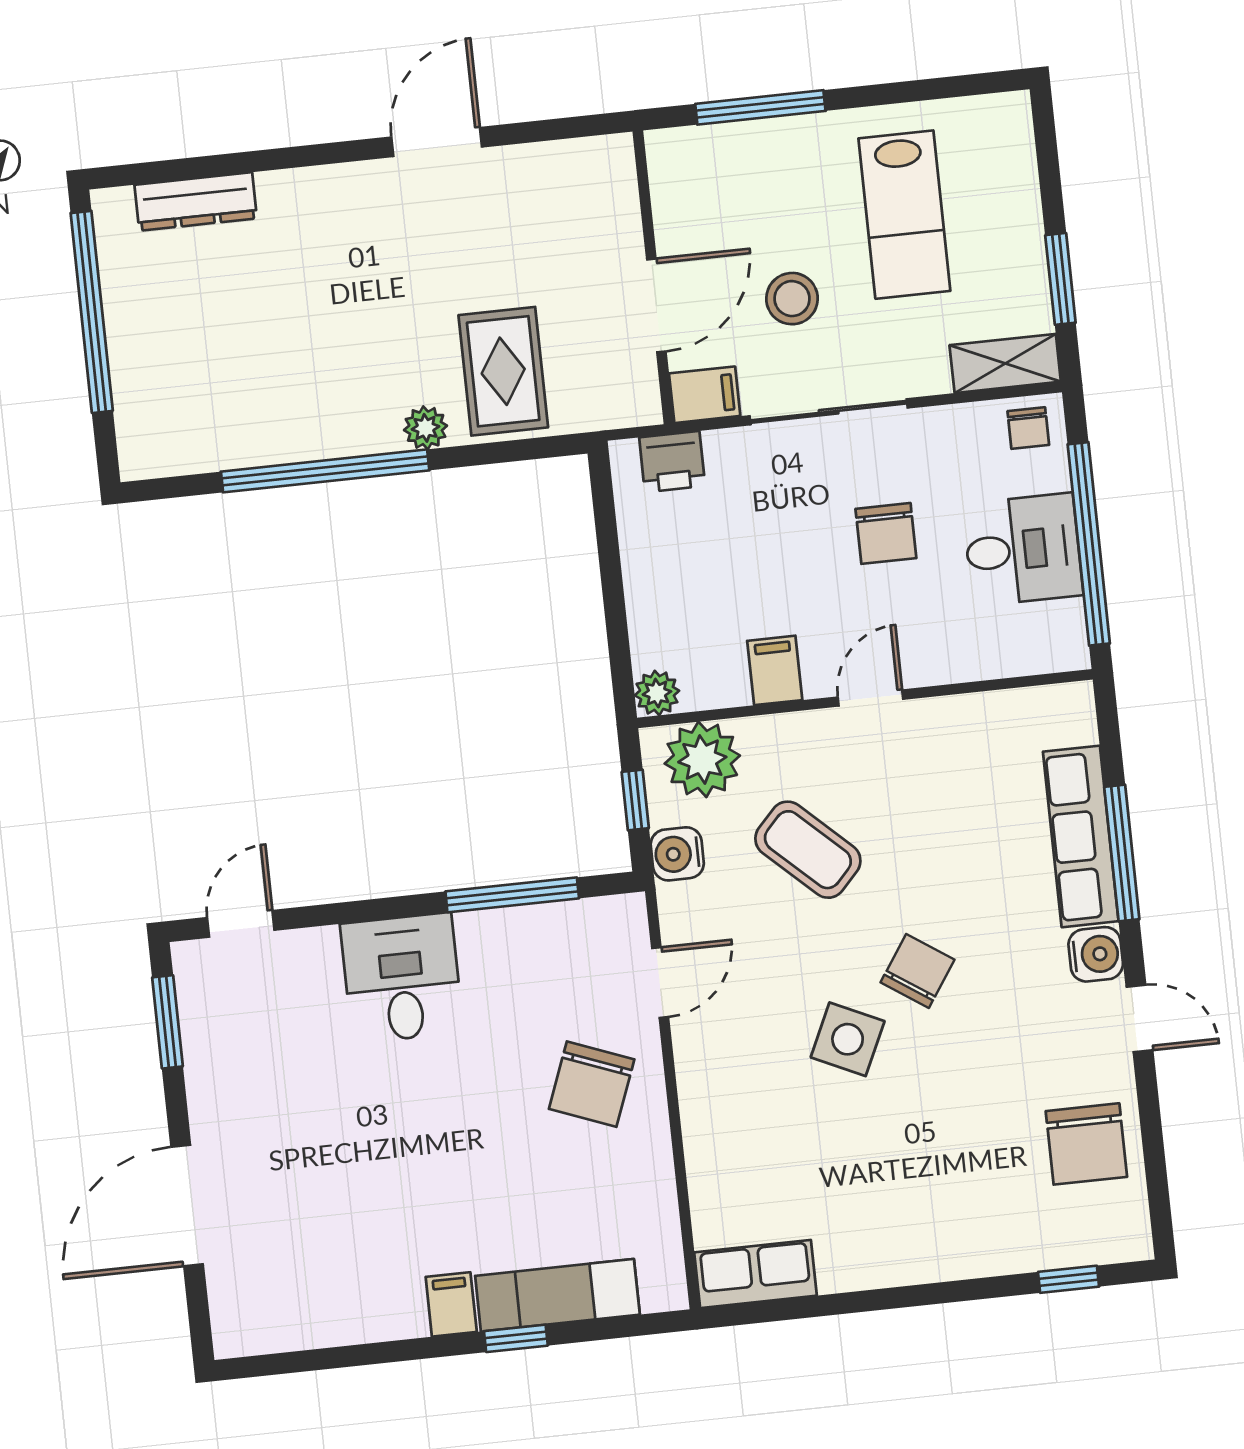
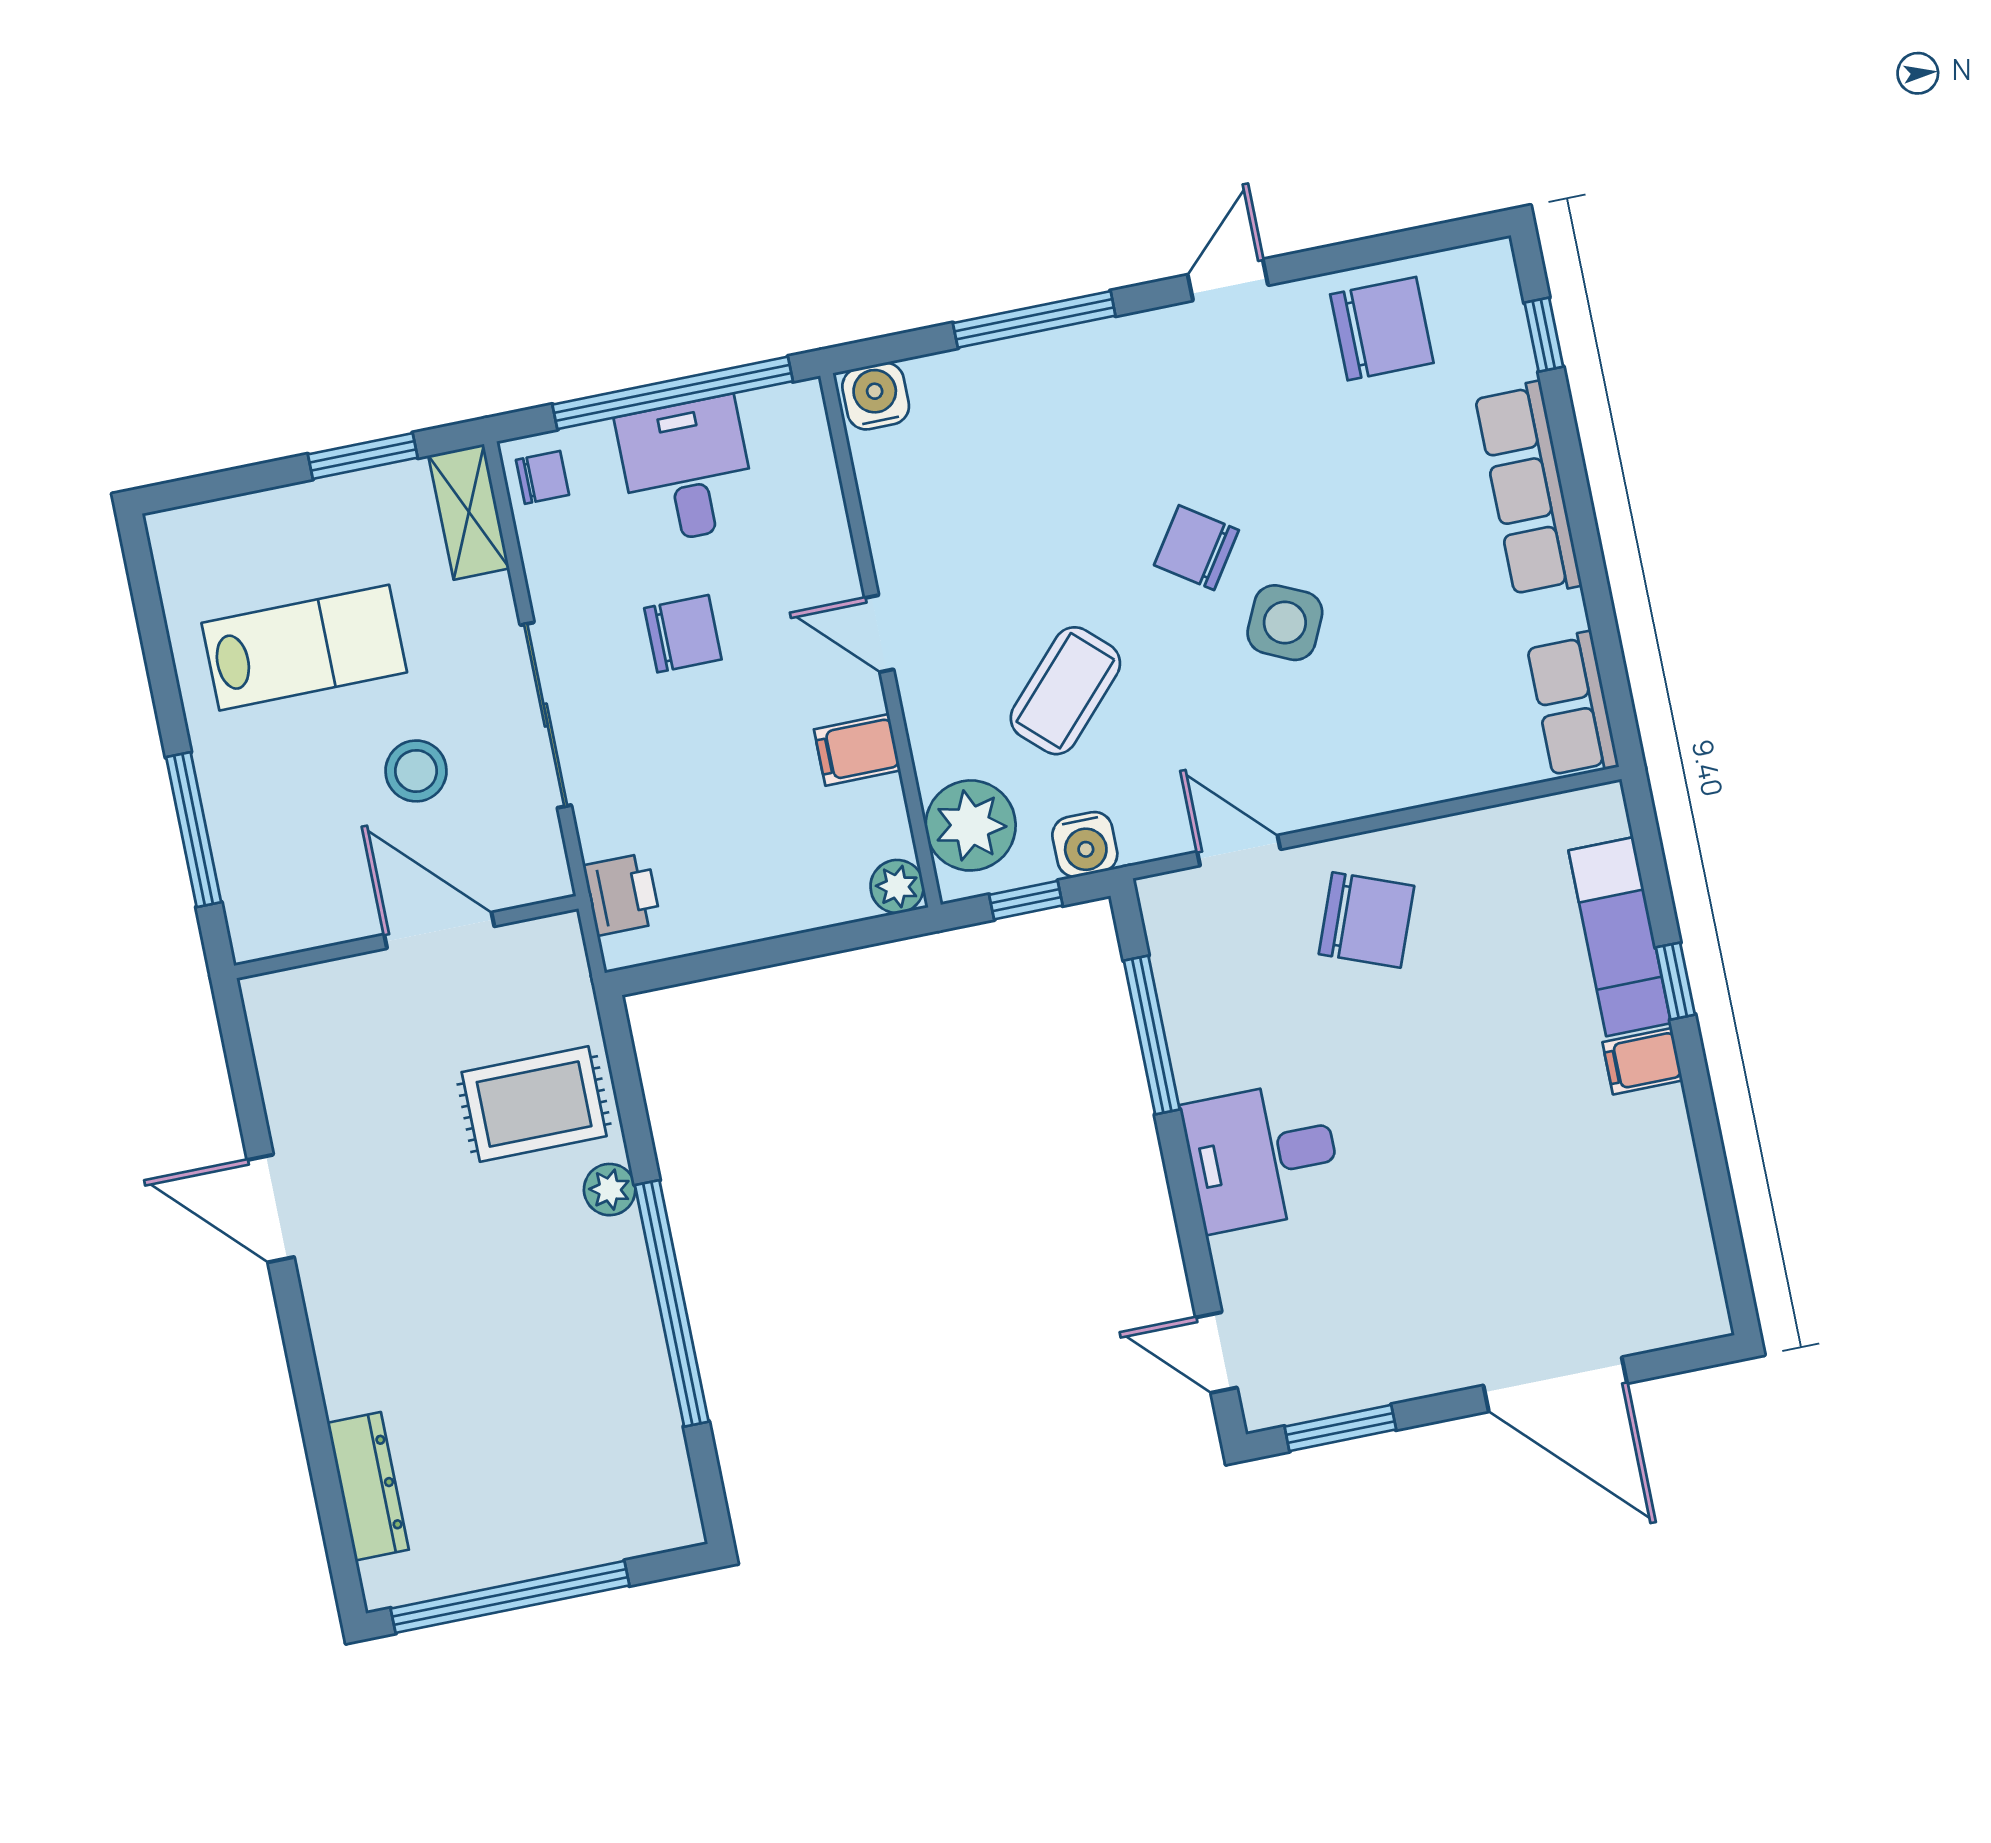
filing cabinet: (705, 395) -> (539, 863), removed
row of seats: (1081, 836) -> (1528, 490), moved, turned 90
water cooler: (1096, 954) -> (876, 396), moved

